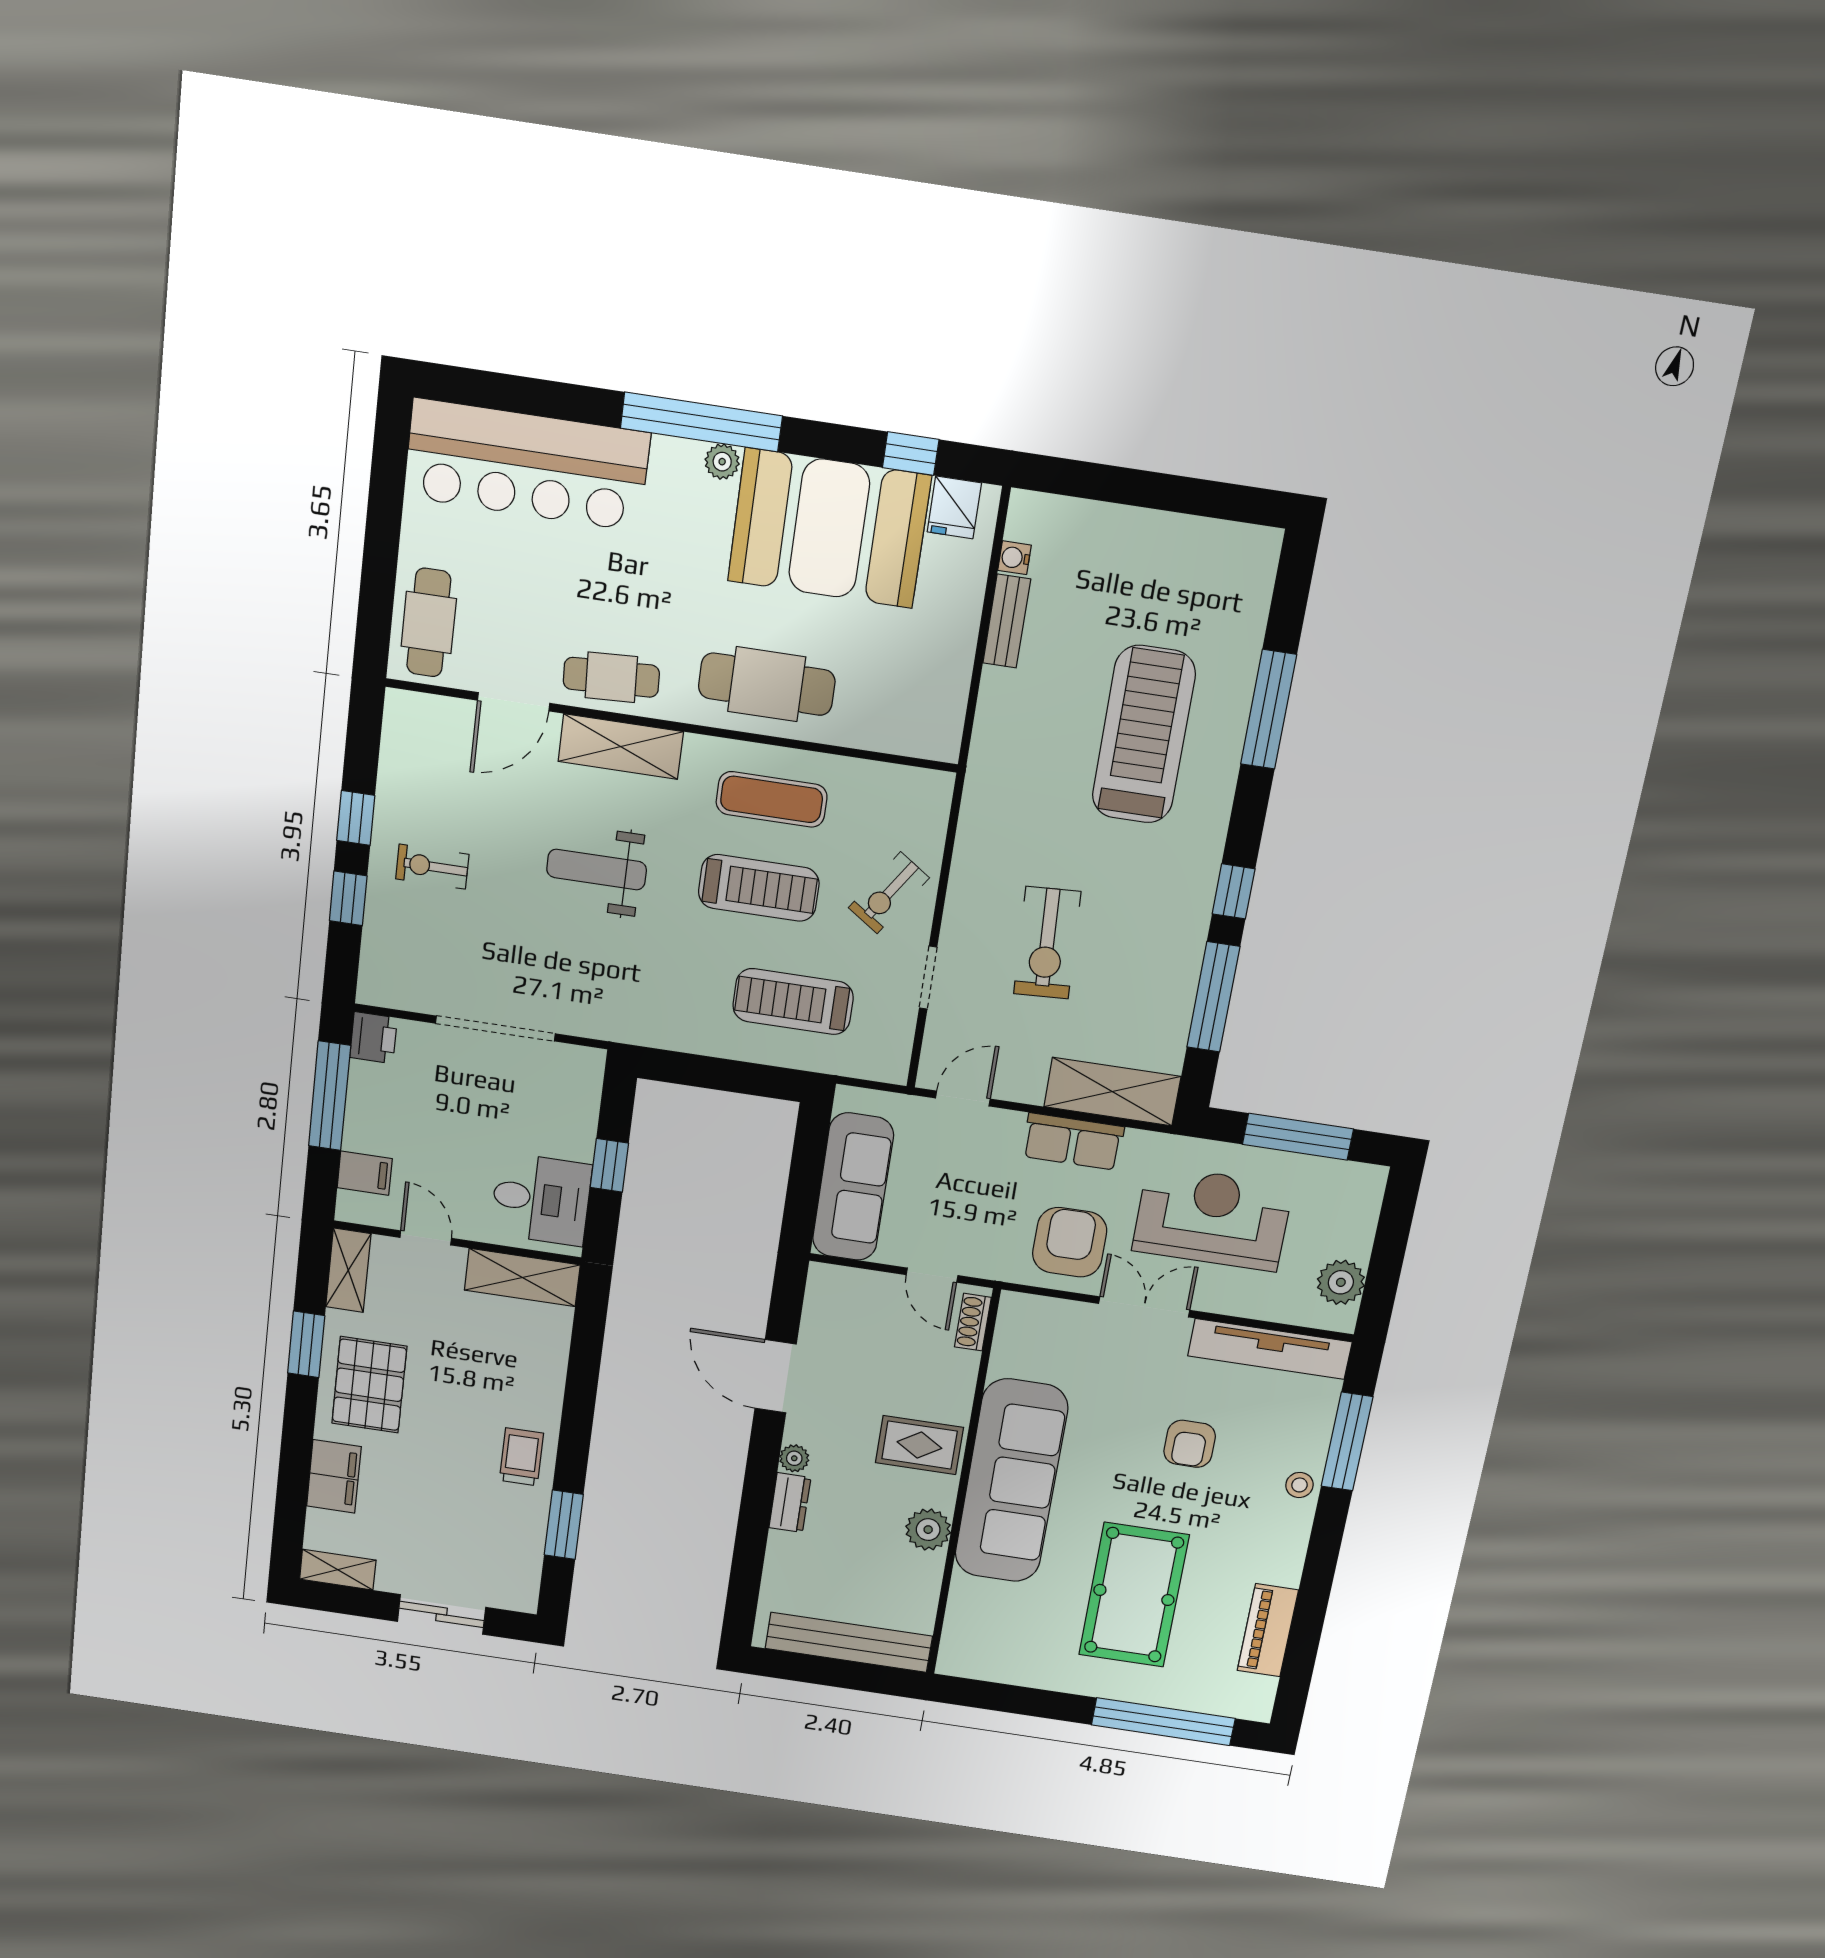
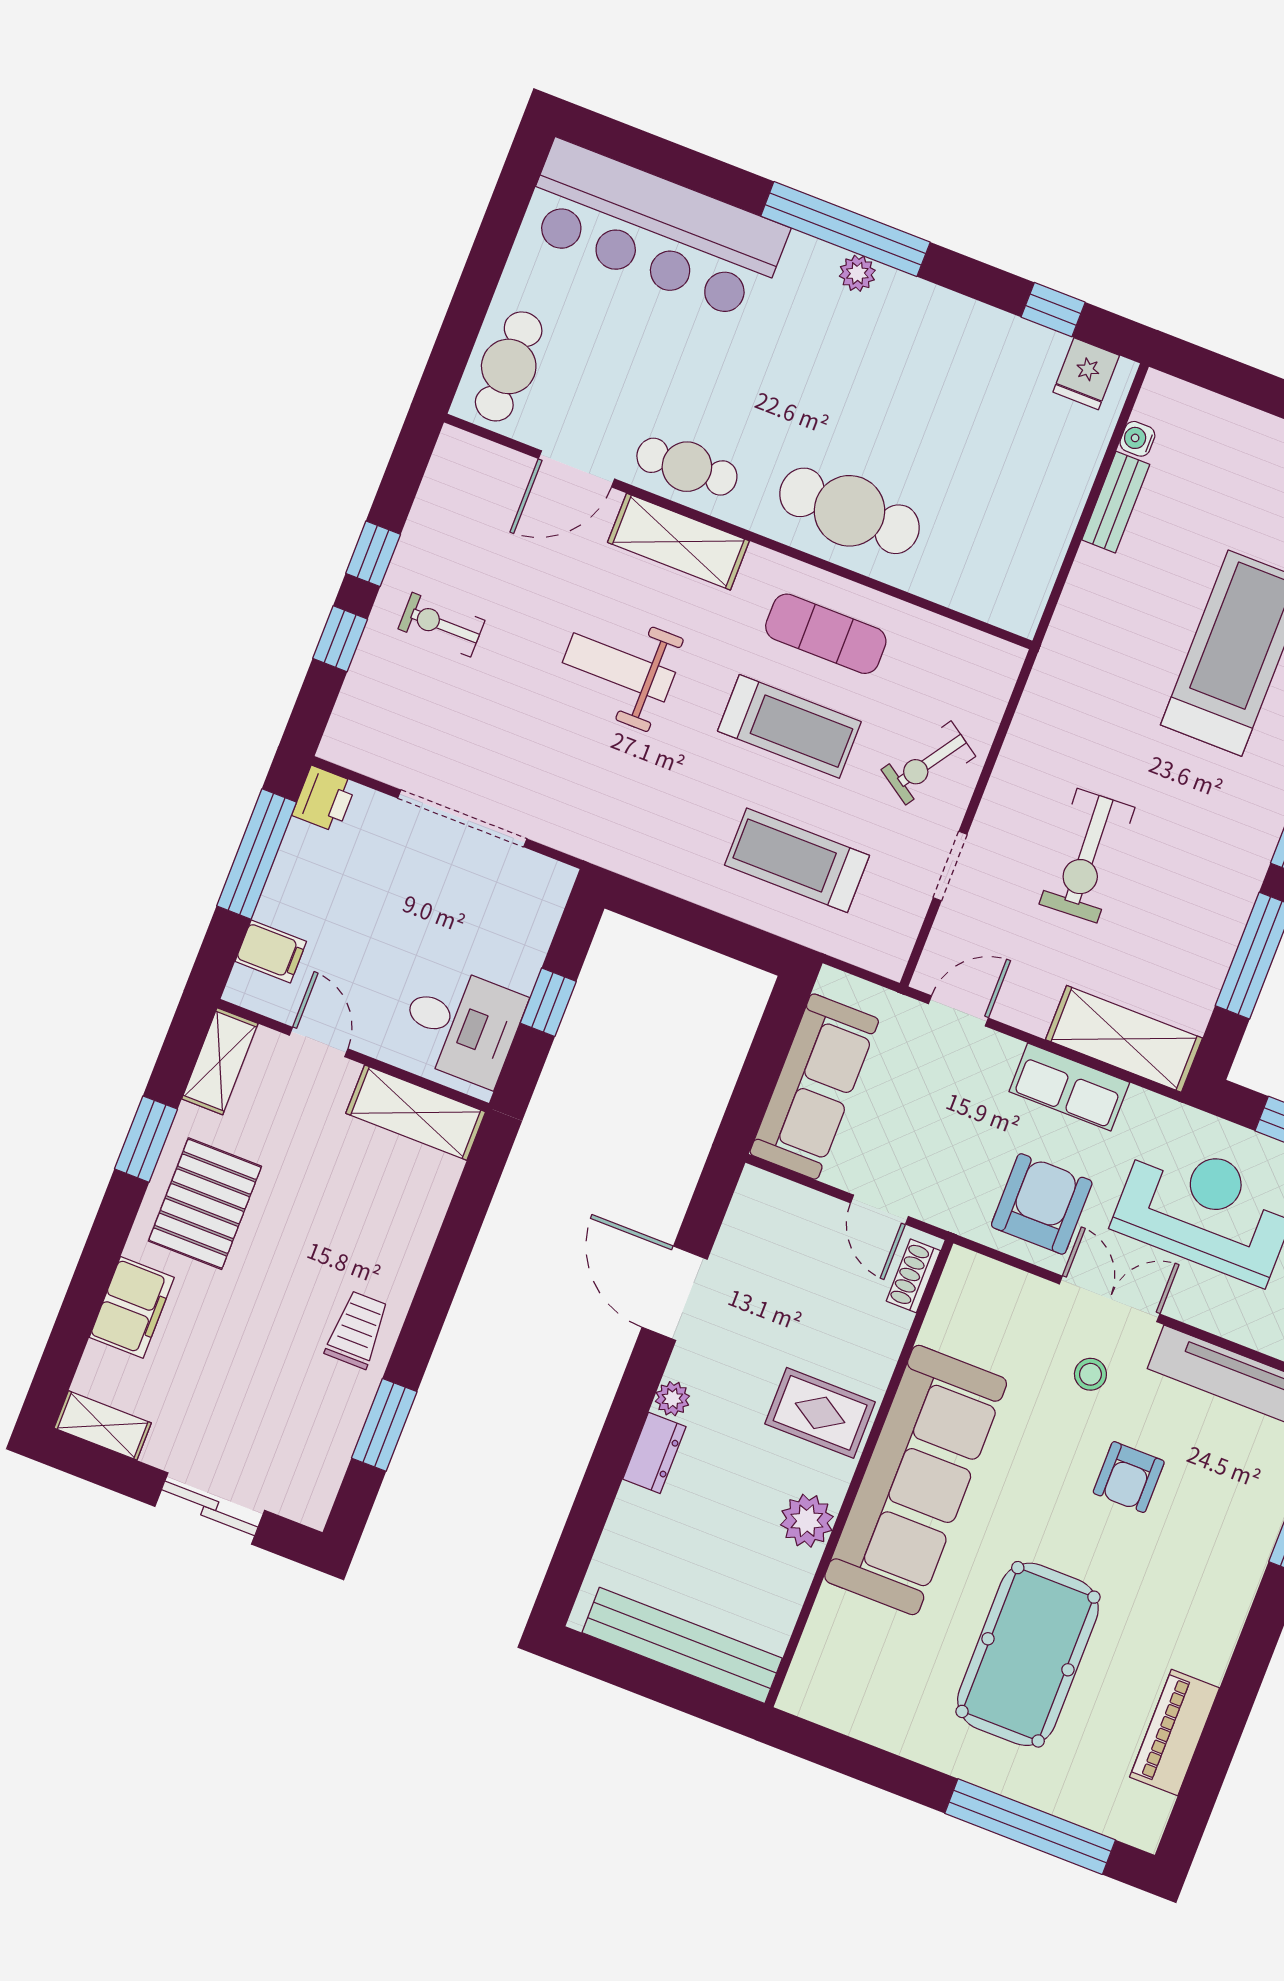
booth: (829, 528) -> (952, 365), removed
stool: (1299, 1485) -> (1090, 1374), moved

